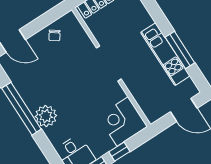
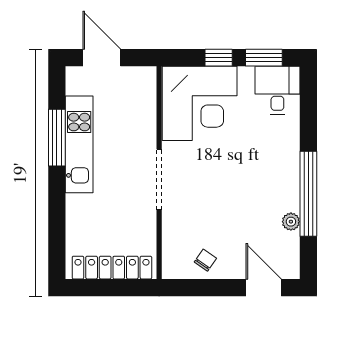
plant: (46, 116) -> (291, 222), moved, width x0.53, depth x0.53
corner desk: (122, 122) -> (200, 103), width x1.36, depth x1.36

